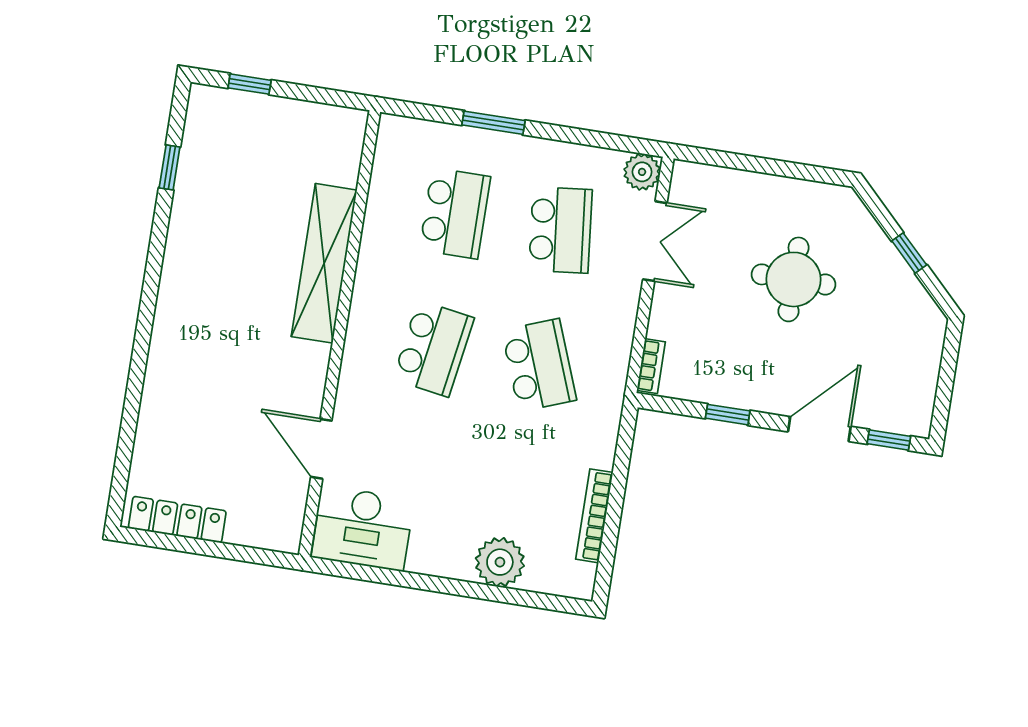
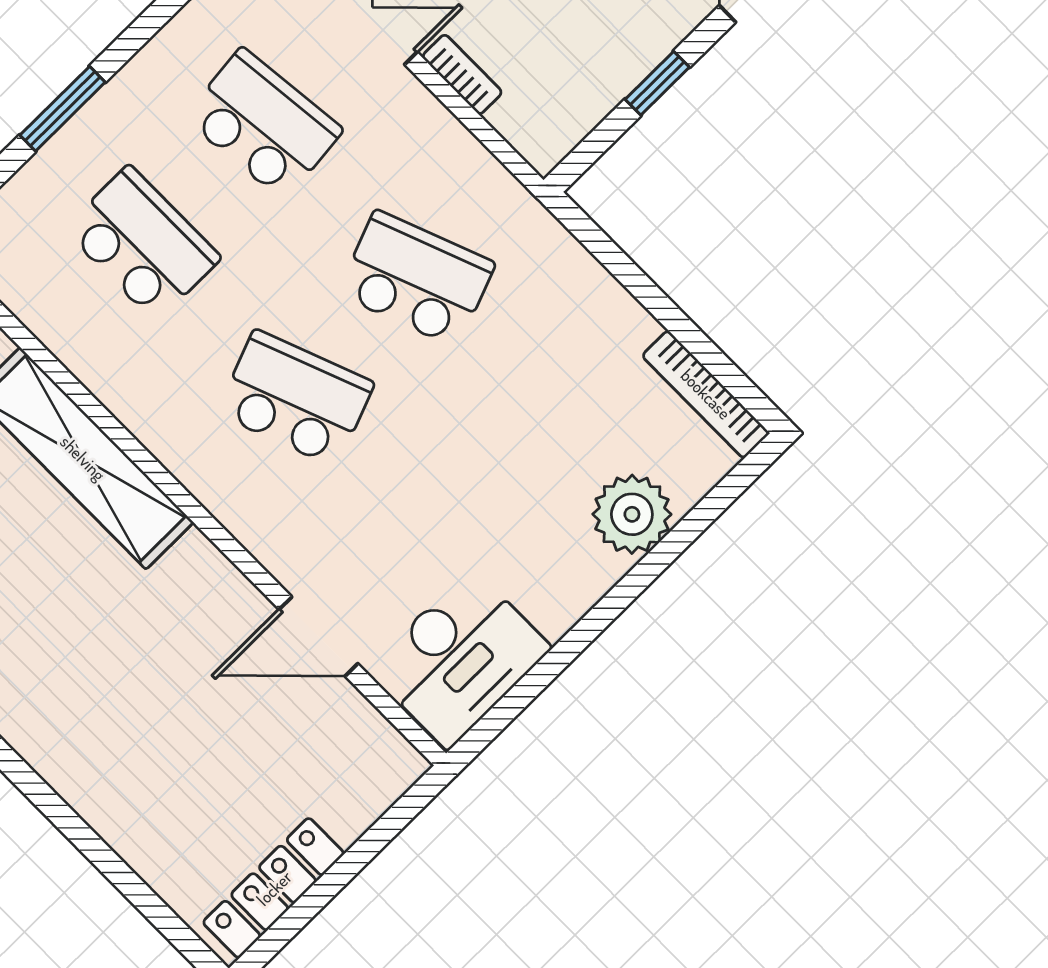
school desk: (433, 348) -> (295, 398), turned -30
bookcase: (651, 366) -> (462, 74), moved
bookcase: (594, 516) -> (706, 394), moved

